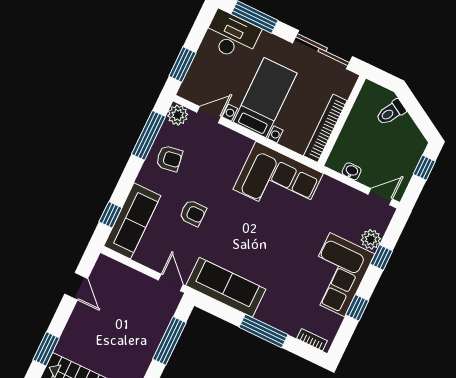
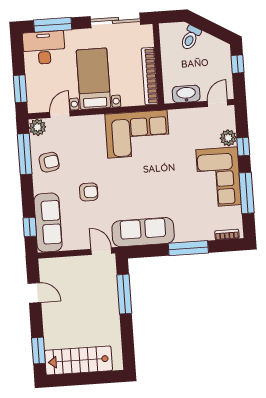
washbasin: (352, 171) -> (186, 94), width x1.91, depth x1.45
window: (357, 308) -> (247, 193), width x2.17

